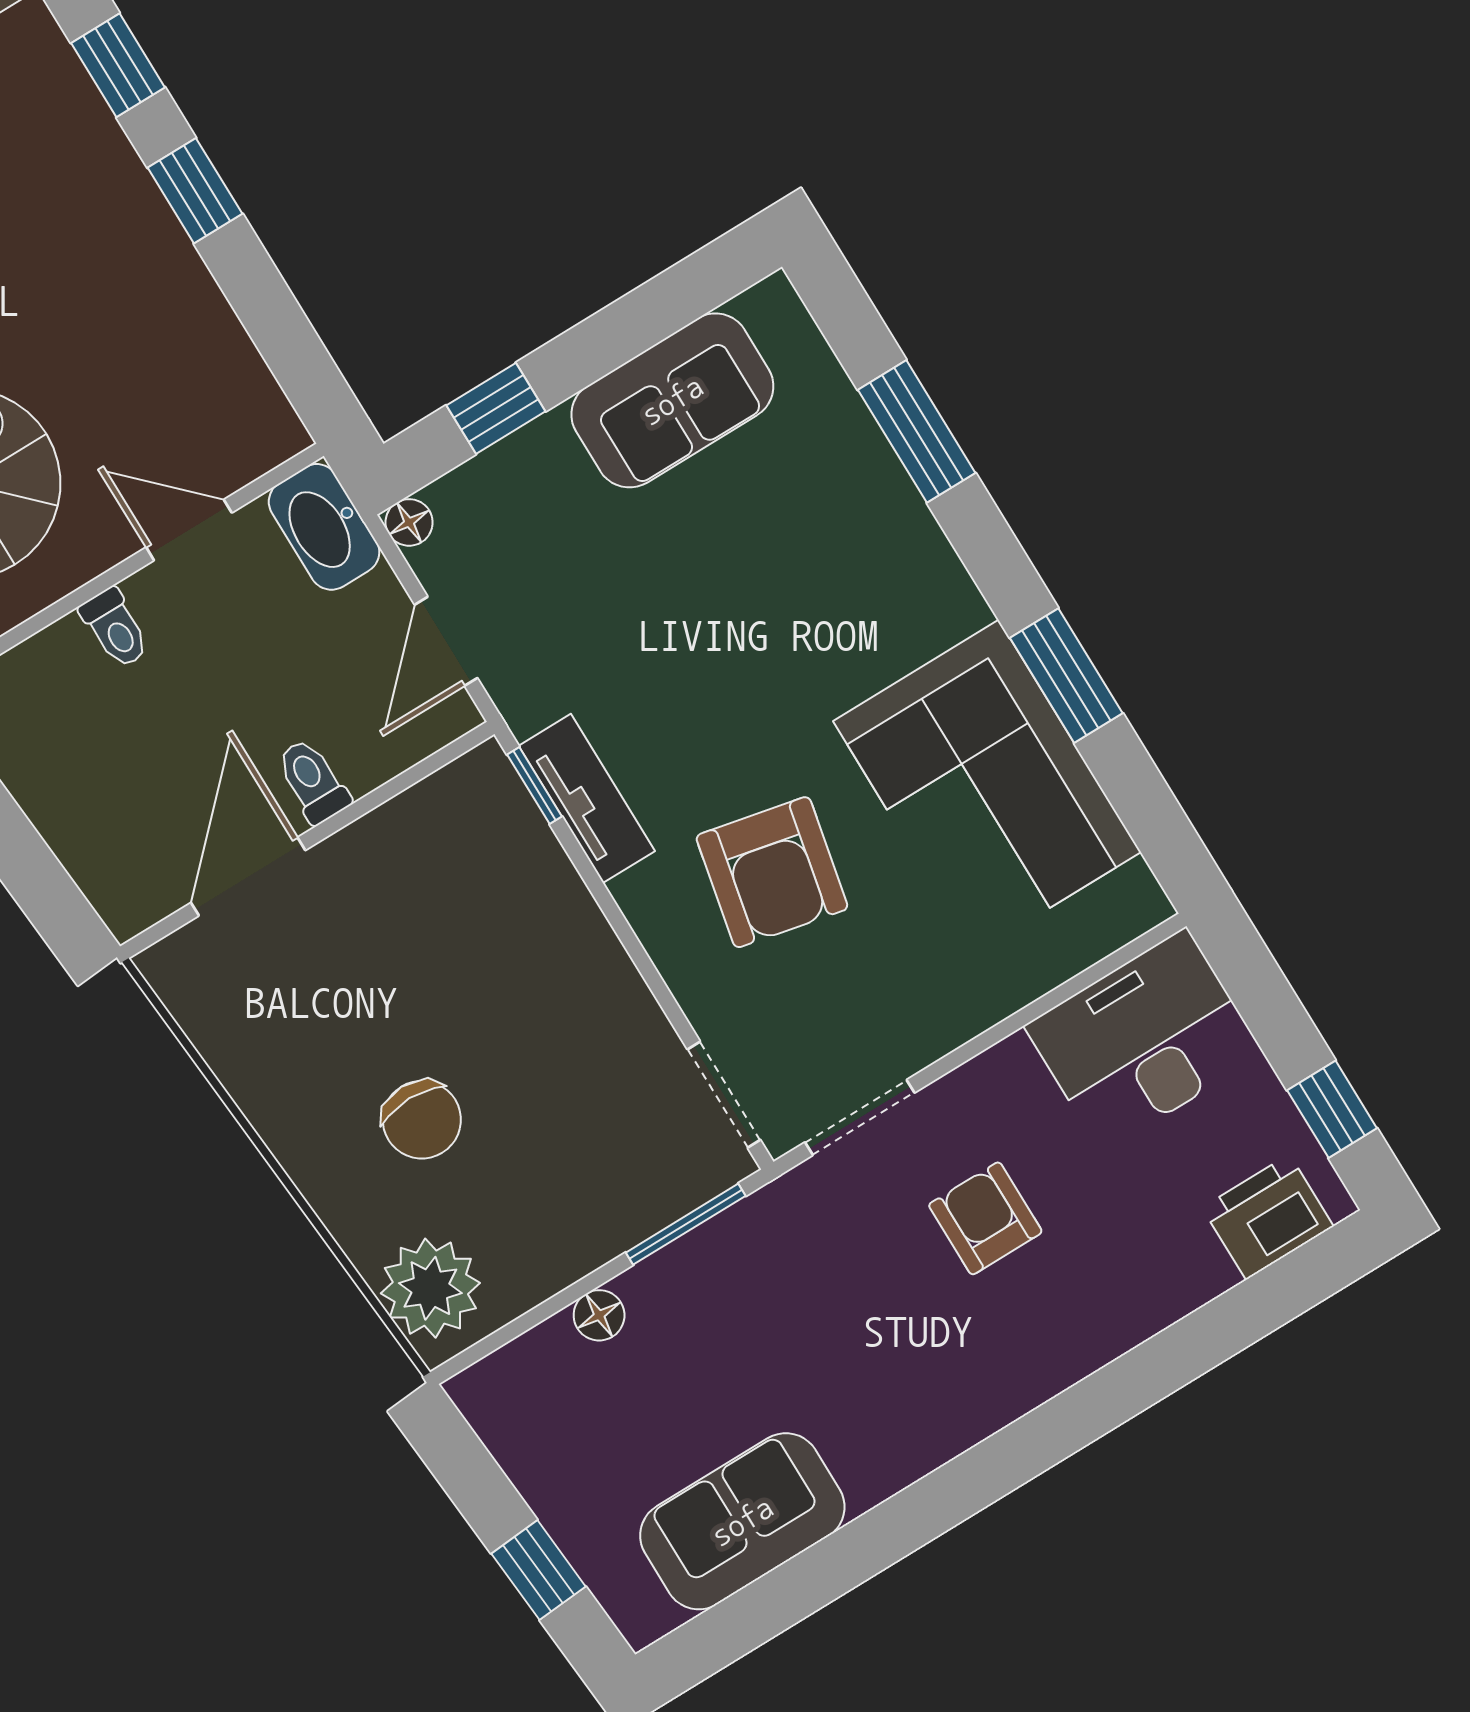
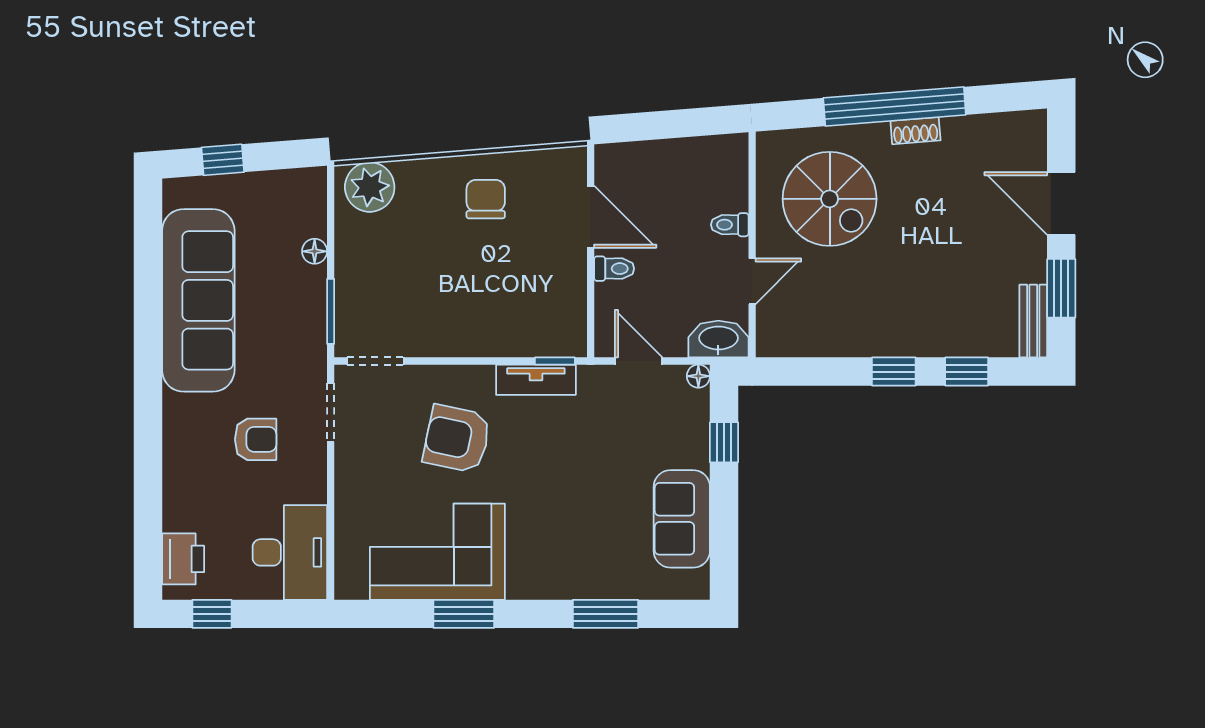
chair: (422, 1120) -> (486, 199), moved, turned 90
sofa: (742, 1521) -> (198, 300), width x1.85, depth x1.27

